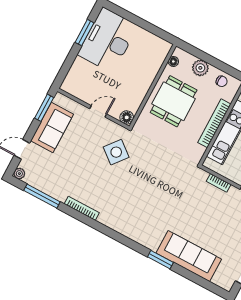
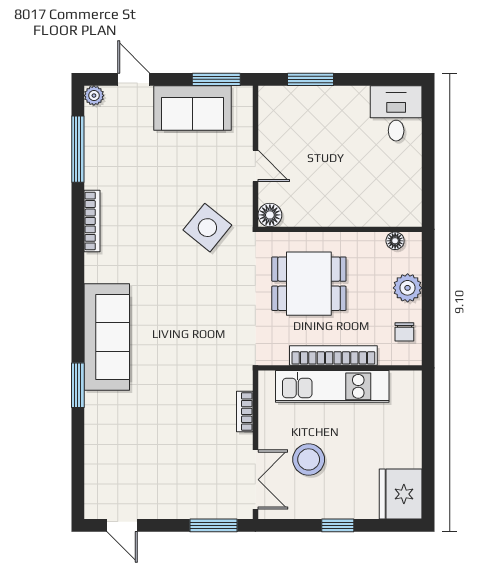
window: (84, 33) -> (311, 79), moved
desk: (108, 40) -> (396, 113), width x0.53, depth x0.77
dining table: (174, 101) -> (309, 284), moved
sofa: (189, 256) -> (107, 337), moved

